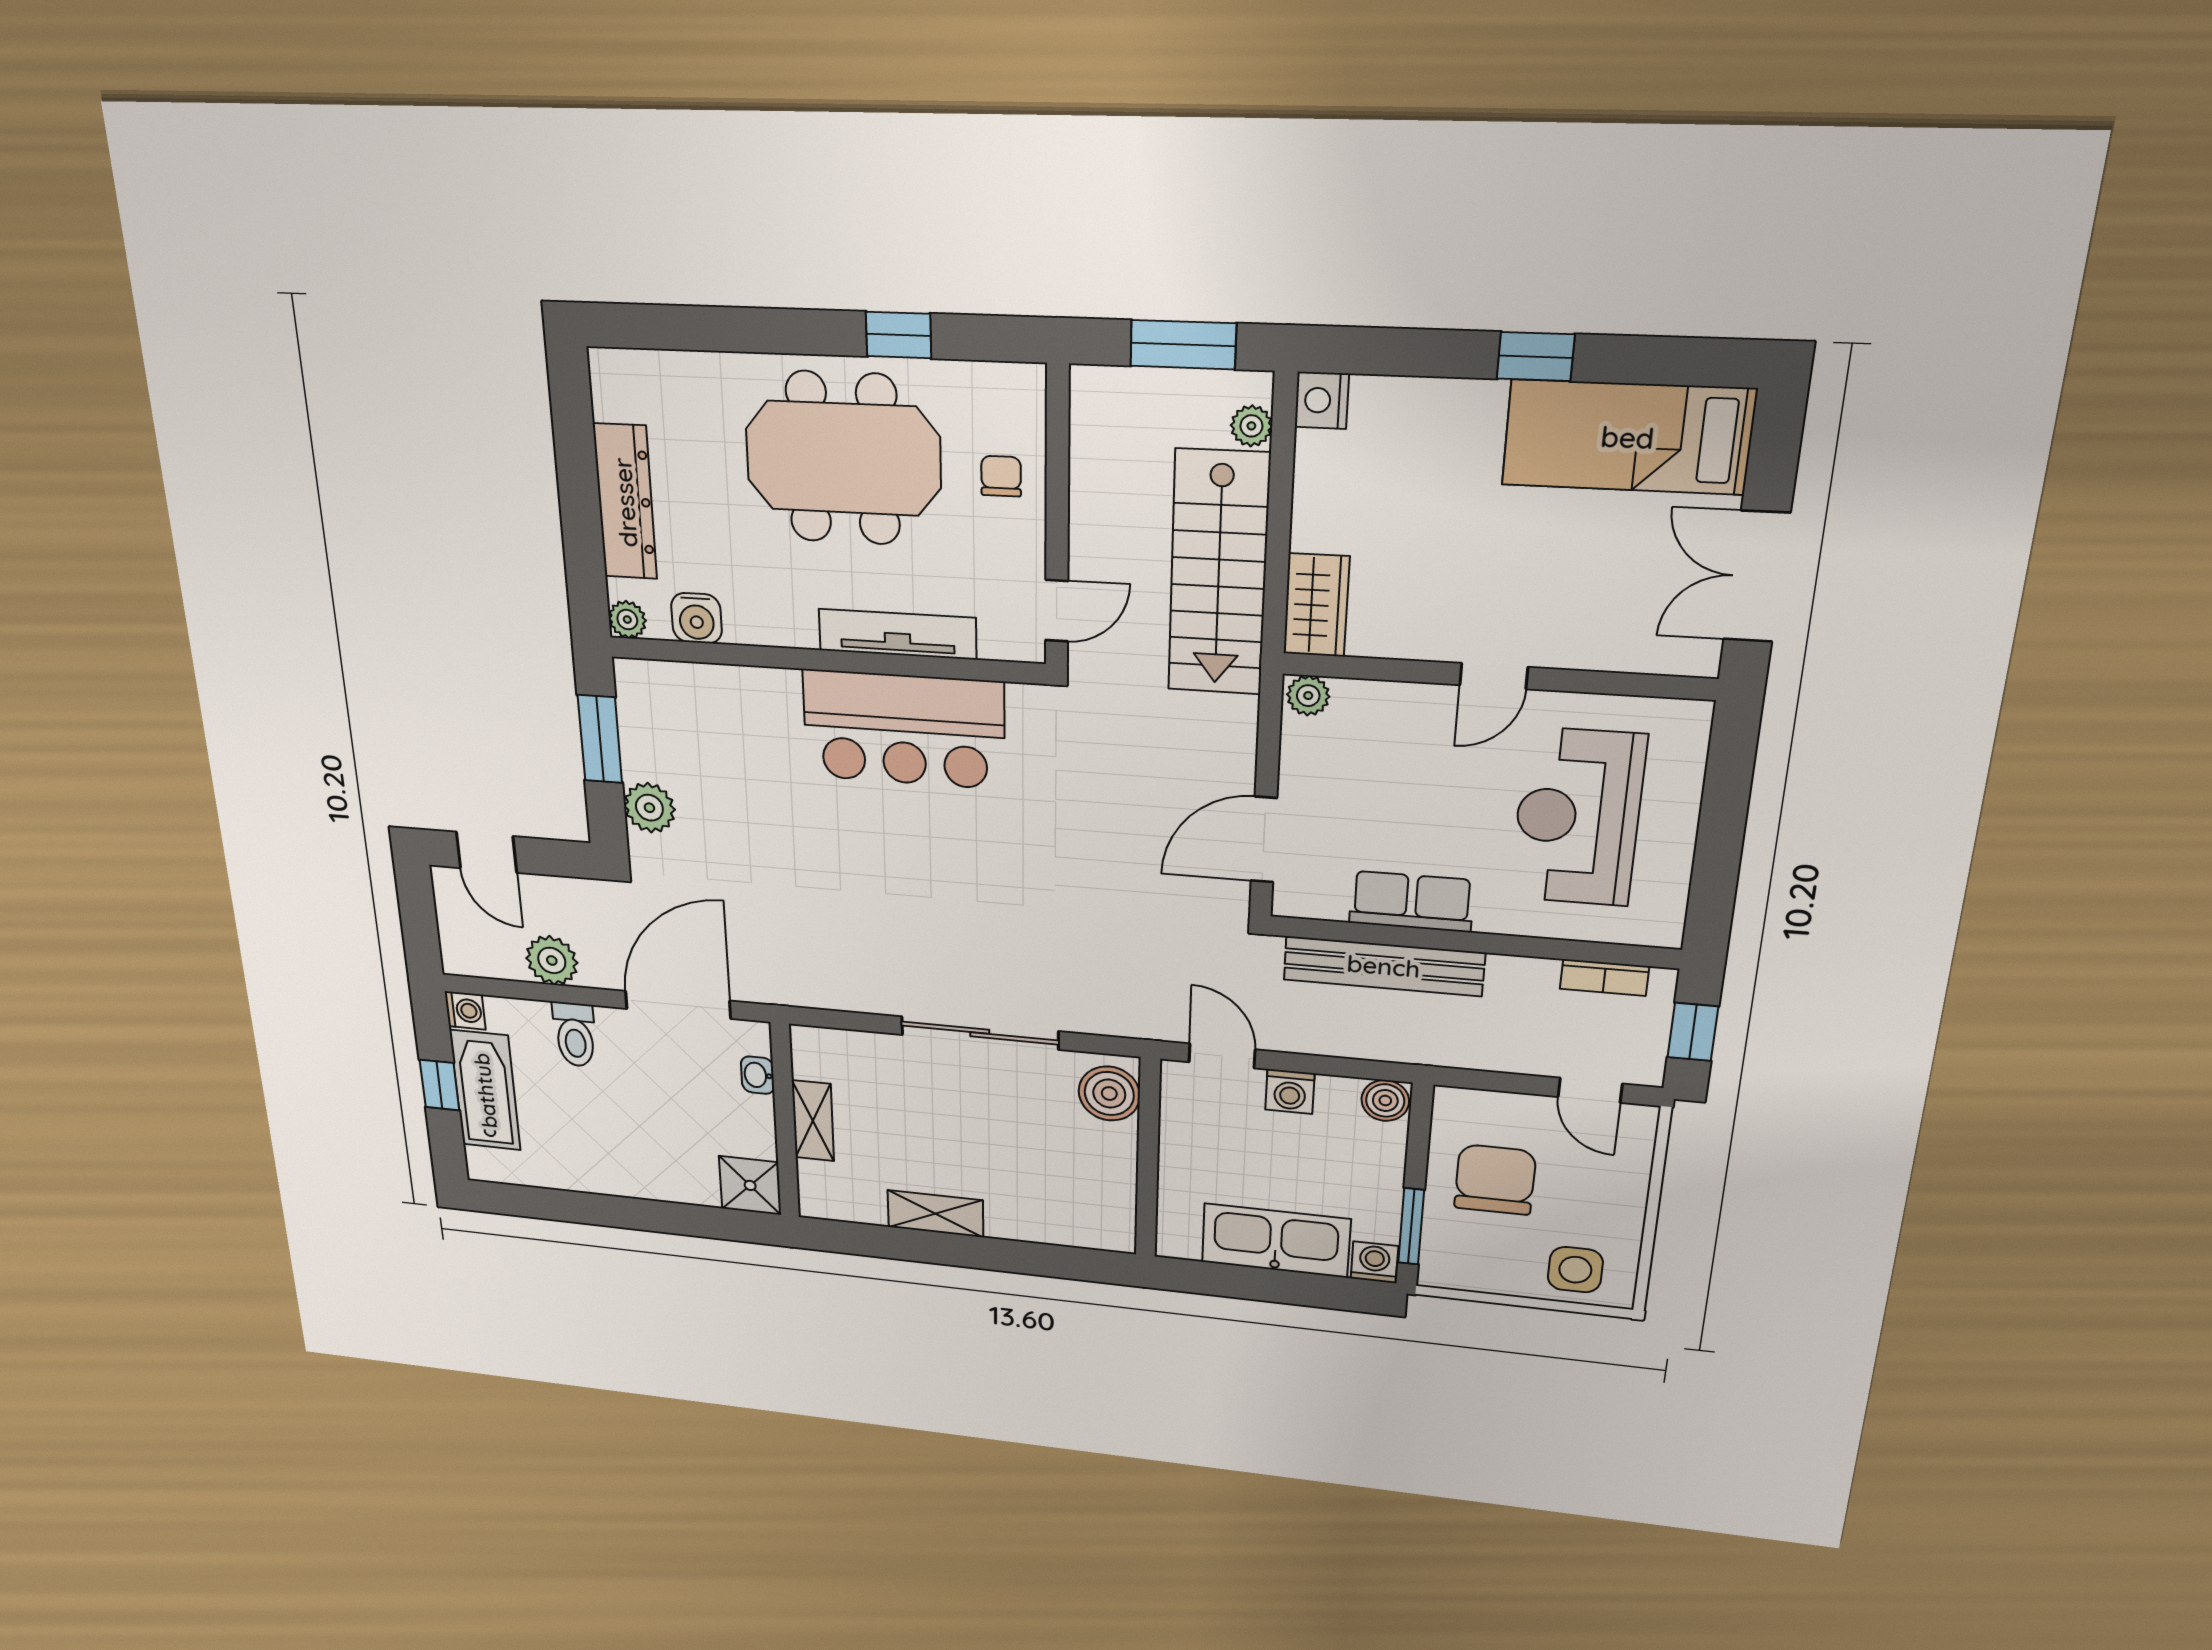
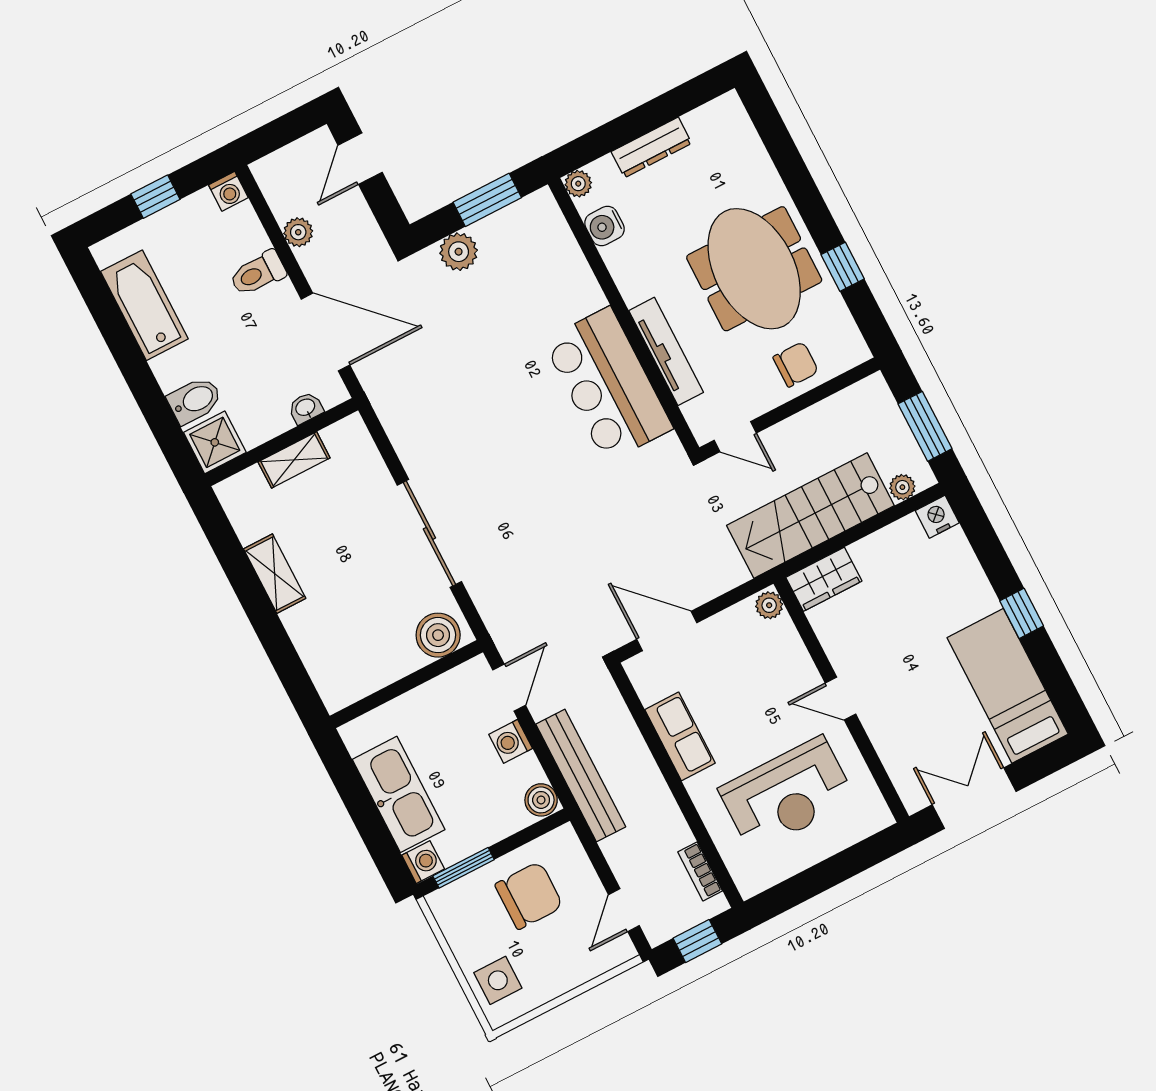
chair: (1001, 476) -> (796, 364), width x1.37, depth x1.37
dresser: (625, 502) -> (651, 147), width x0.73, depth x0.80
reception desk: (1578, 817) -> (787, 794), turned 180
plant: (552, 960) -> (298, 232), width x0.73, depth x0.73
bench: (1384, 966) -> (581, 775), moved
bathtub: (485, 1090) -> (144, 305), moved, turned -90
bidet: (691, 1177) -> (195, 400), added

